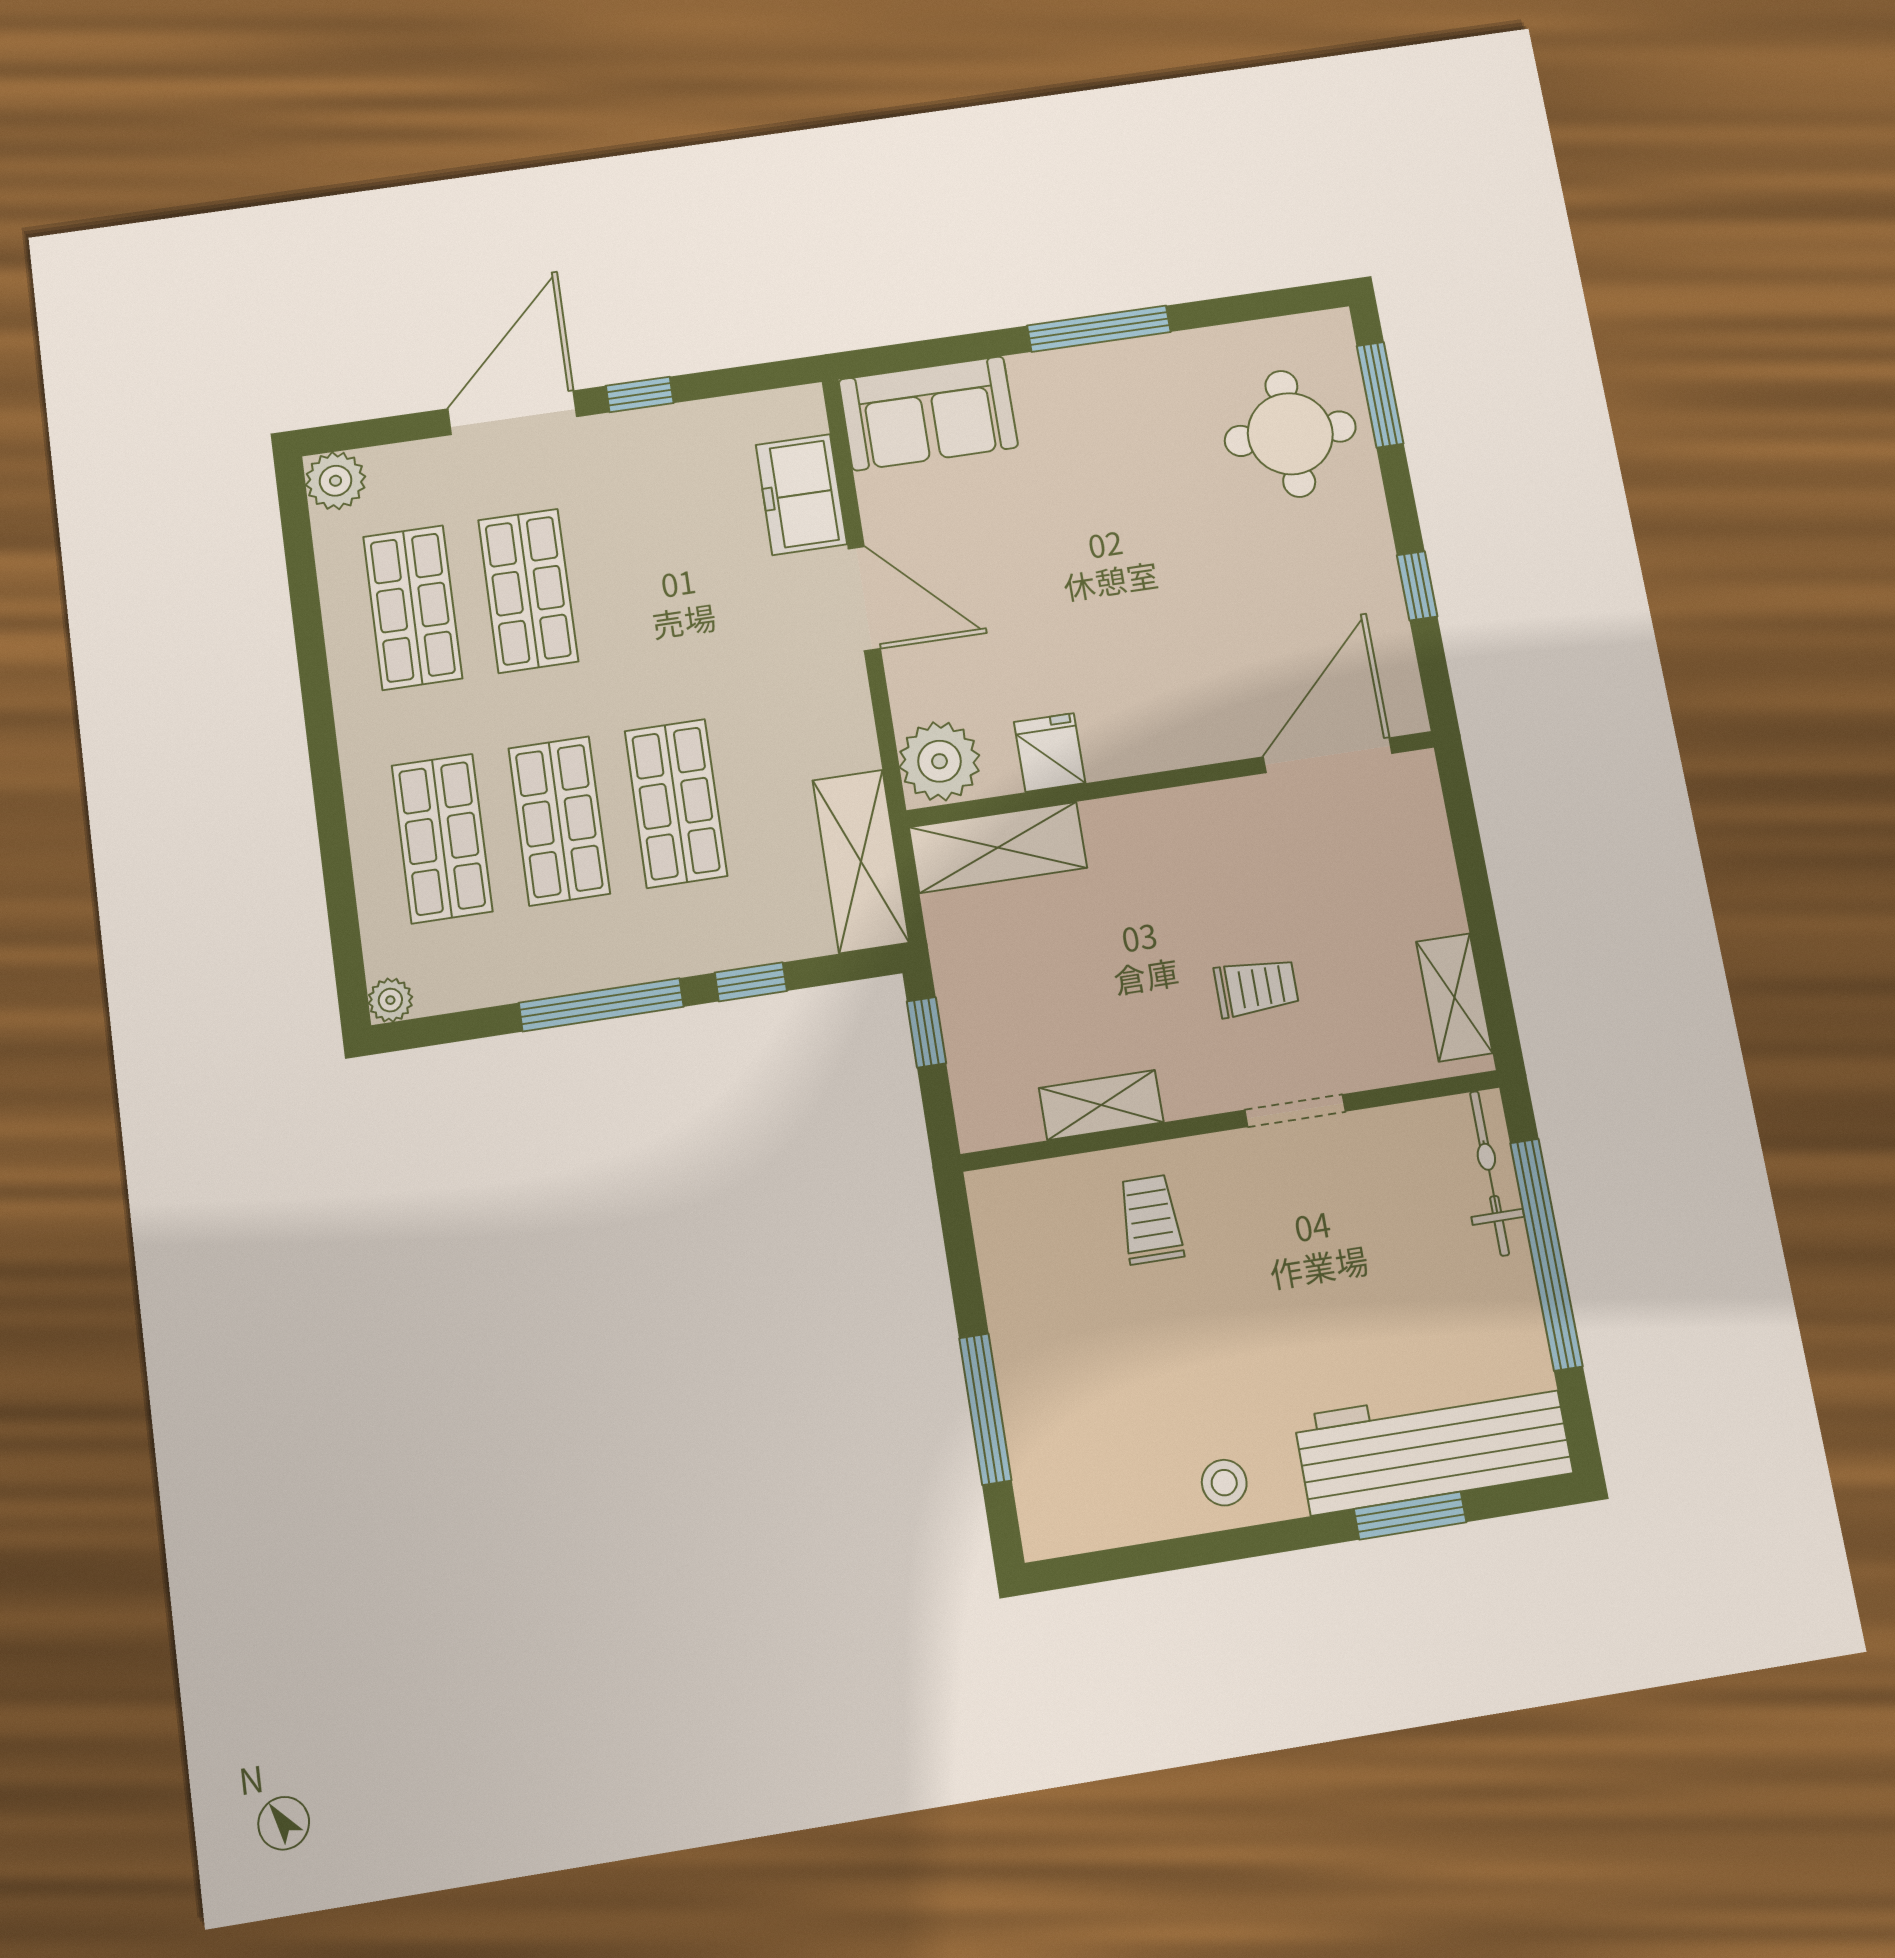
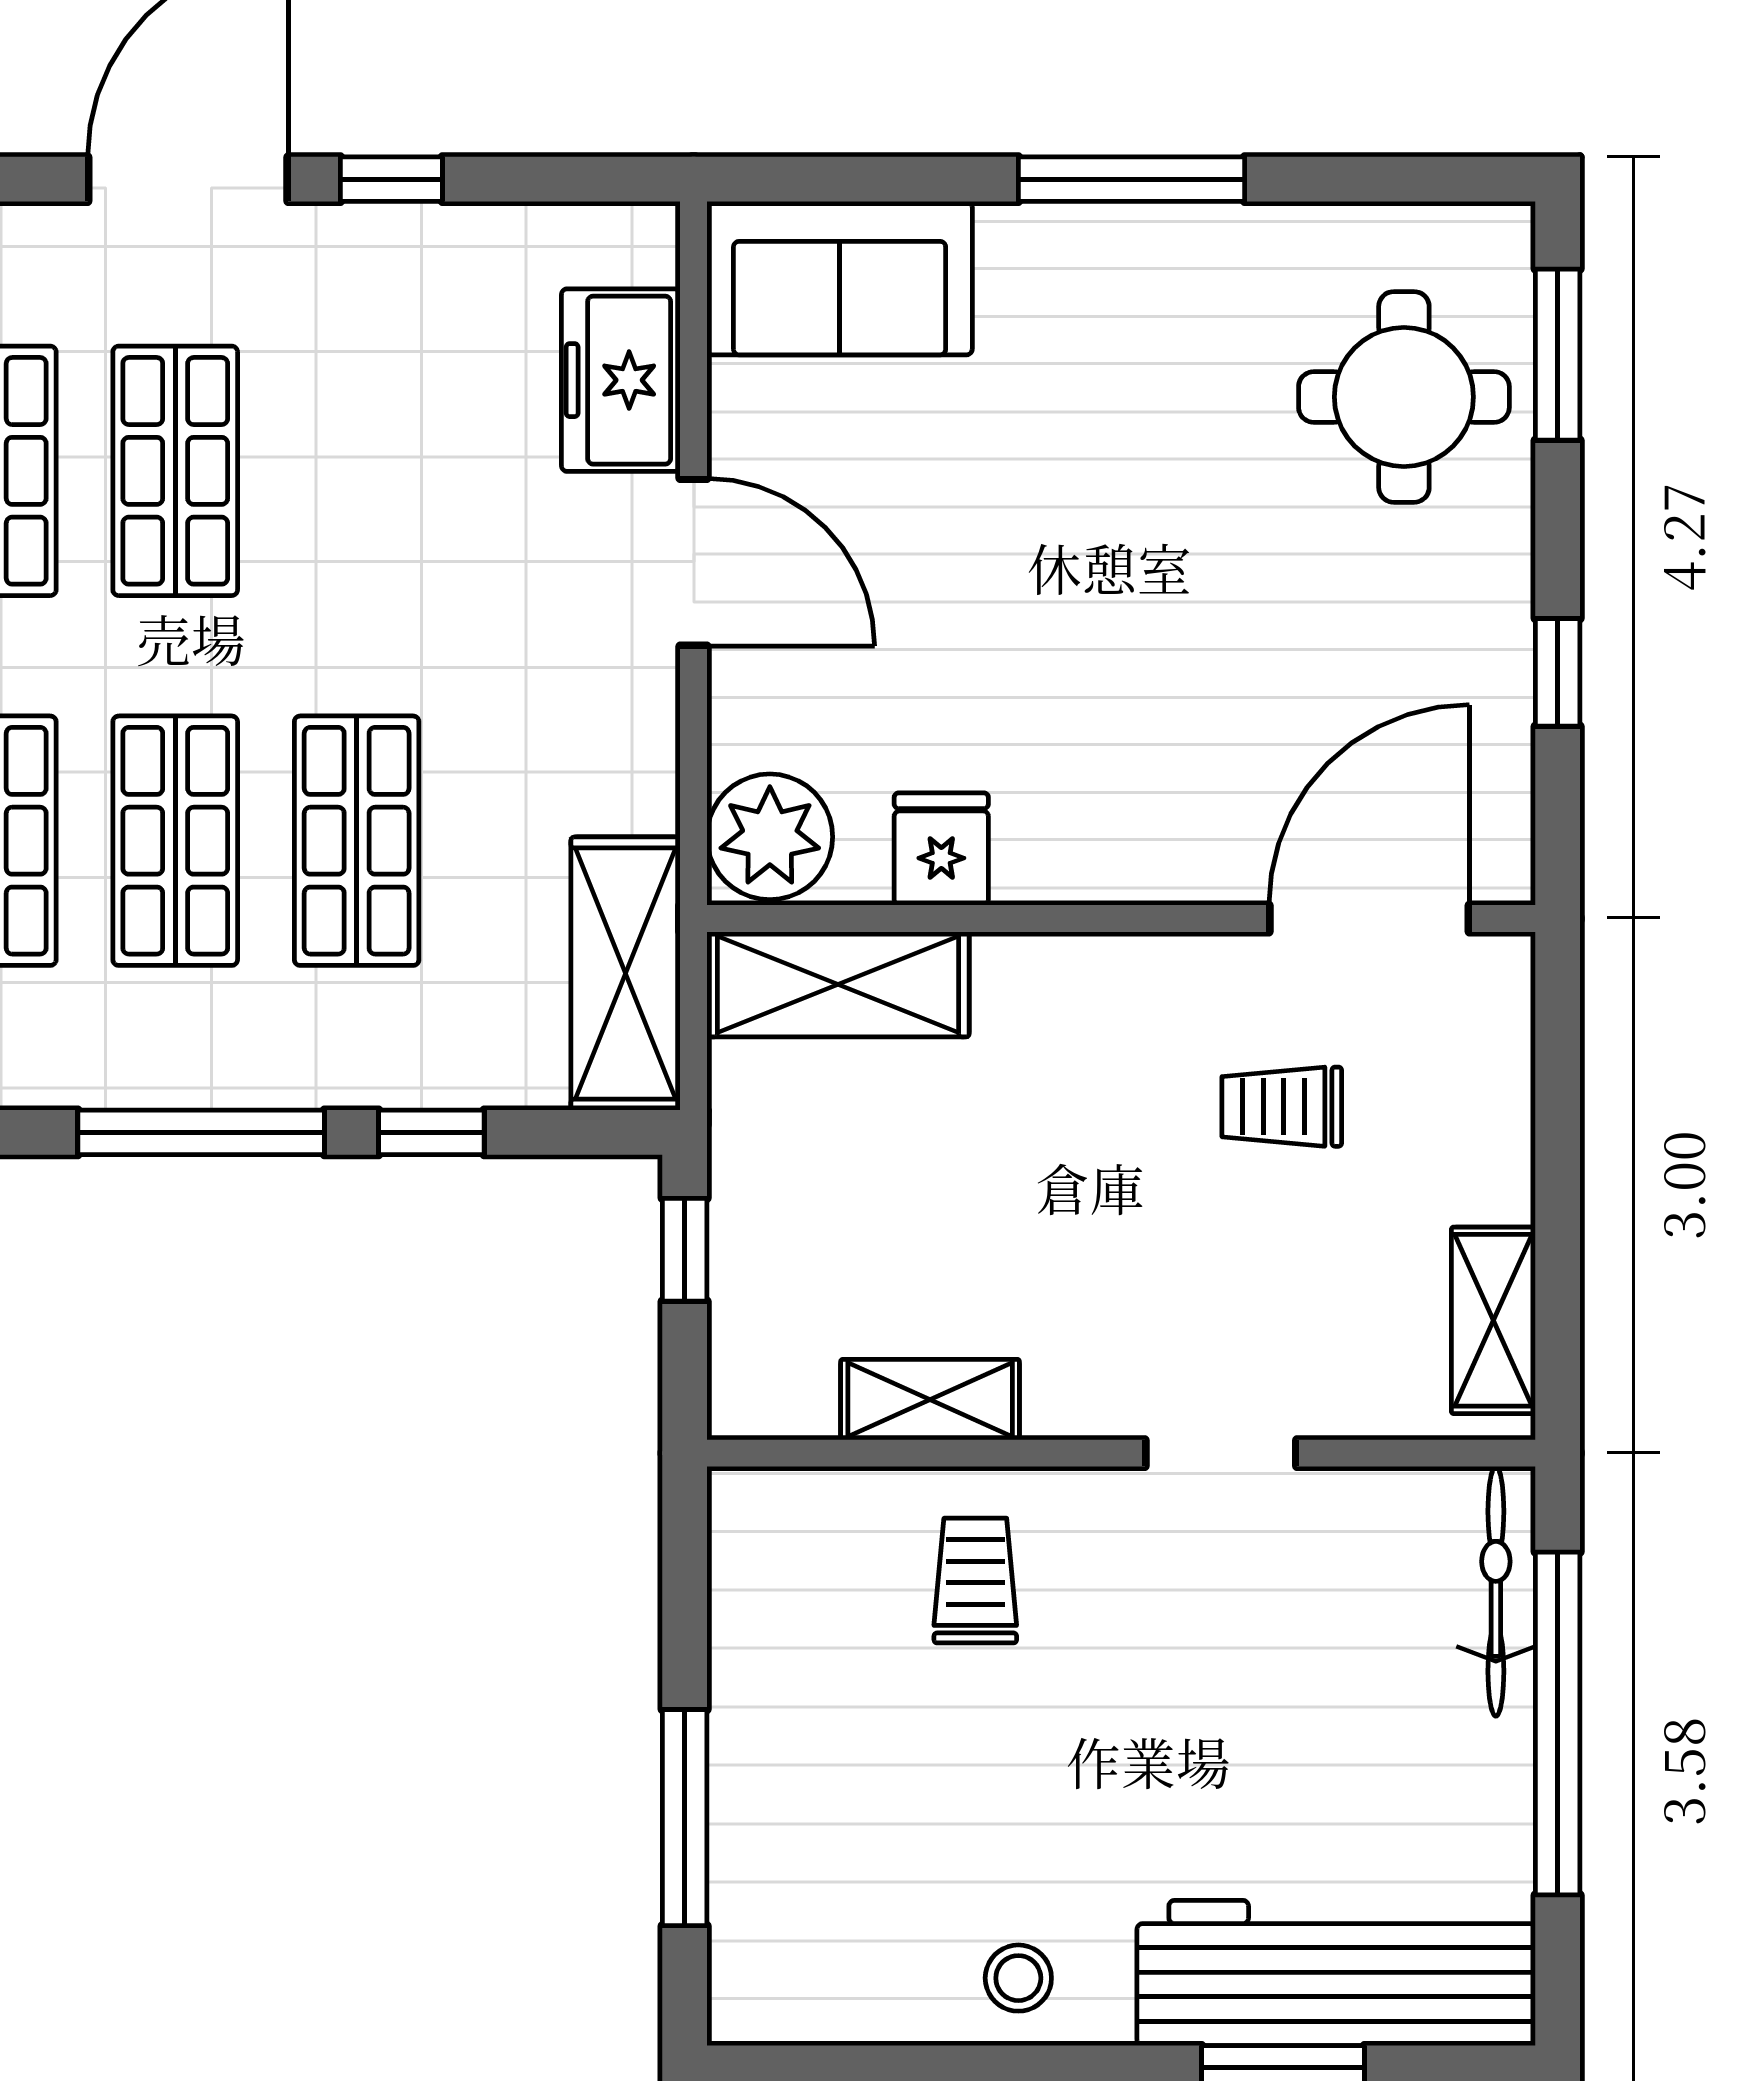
trolley: (1256, 987) -> (1282, 1107), moved, turned 180

